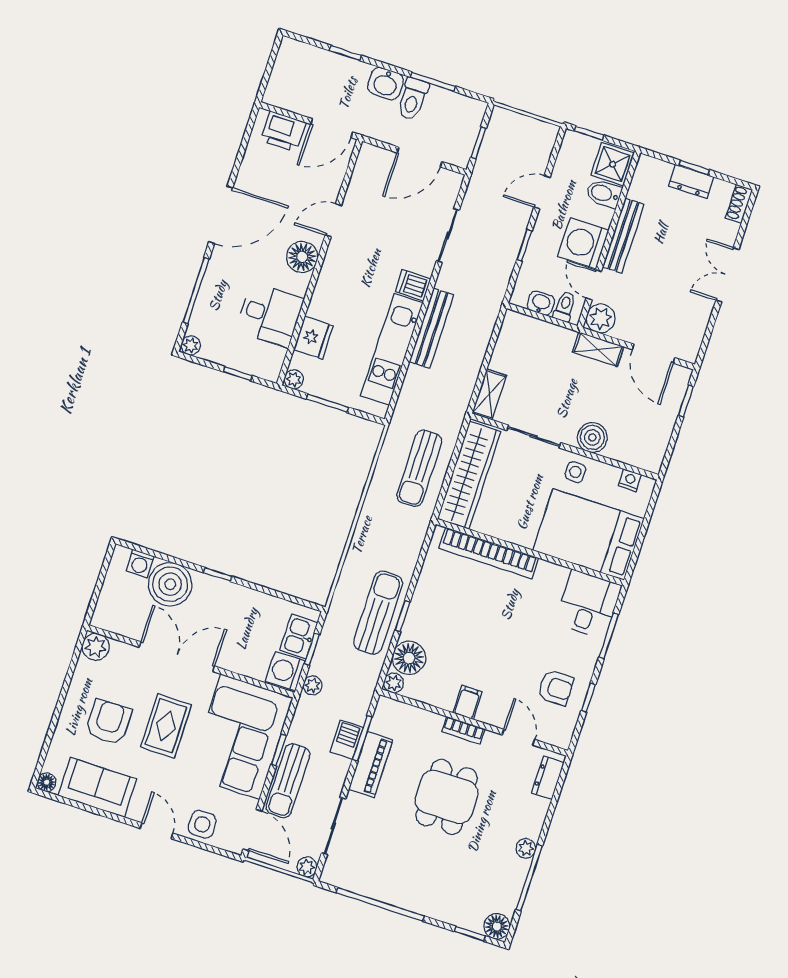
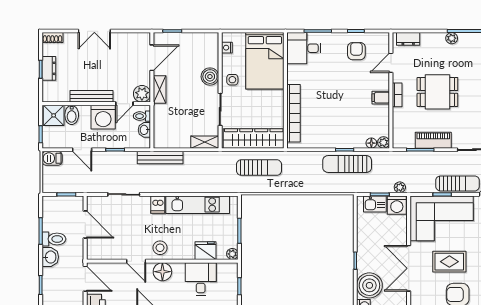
stool: (342, 266) -> (160, 248), added
bench: (432, 328) -> (160, 158), moved
floor lamp: (409, 658) -> (371, 143), width x0.53, depth x0.53
barbecue: (347, 740) -> (52, 158), moved

